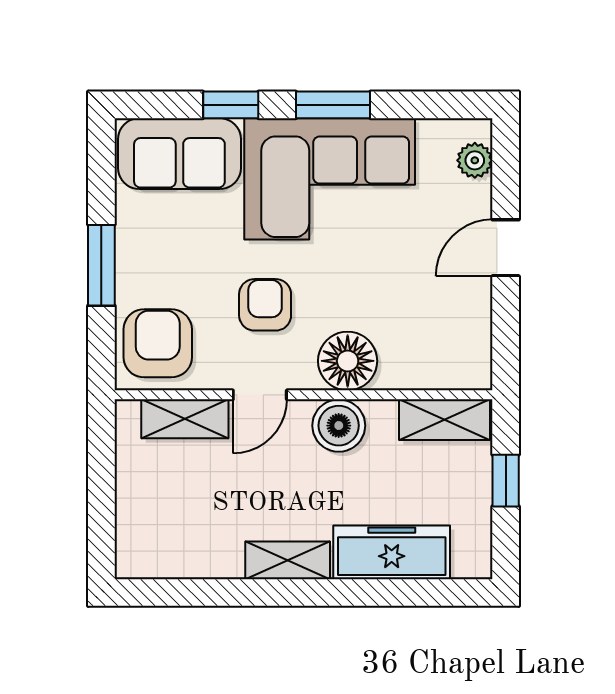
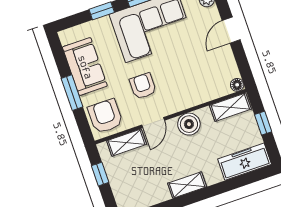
sofa: (179, 154) -> (85, 67), moved, turned -90
floor lamp: (348, 361) -> (237, 85), moved, width x0.53, depth x0.53
window: (101, 469) -> (100, 174), added
freezer: (392, 552) -> (245, 162), moved

